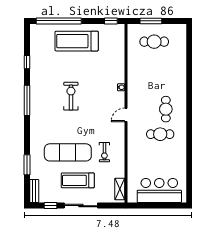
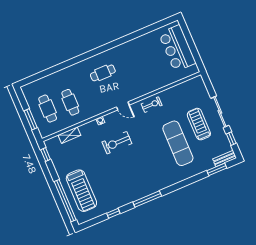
treadmill: (77, 41) -> (81, 191), moved
exercise bike: (71, 96) -> (117, 143), moved
cafe table: (160, 134) -> (70, 102), moved
exercise bike: (104, 152) -> (152, 105), moved
window: (27, 165) -> (217, 169), moved
treadmill: (78, 180) -> (199, 124), turned 180
shelving: (120, 189) -> (69, 135), moved

